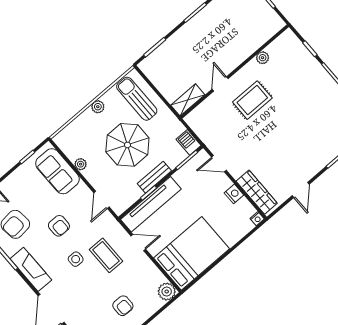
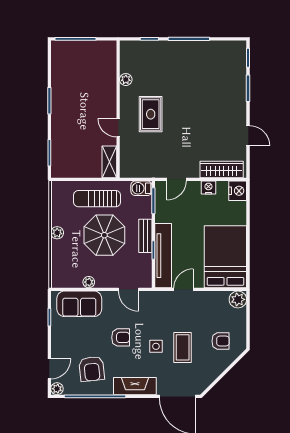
sun lounger: (137, 99) -> (97, 199), moved
nightstand: (257, 219) -> (238, 191), width x1.89, depth x1.79
coffee table: (106, 255) -> (183, 347), moved, turned 90

